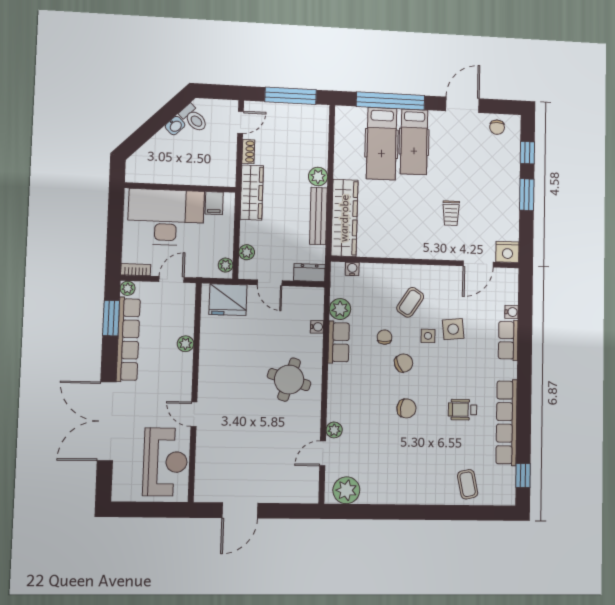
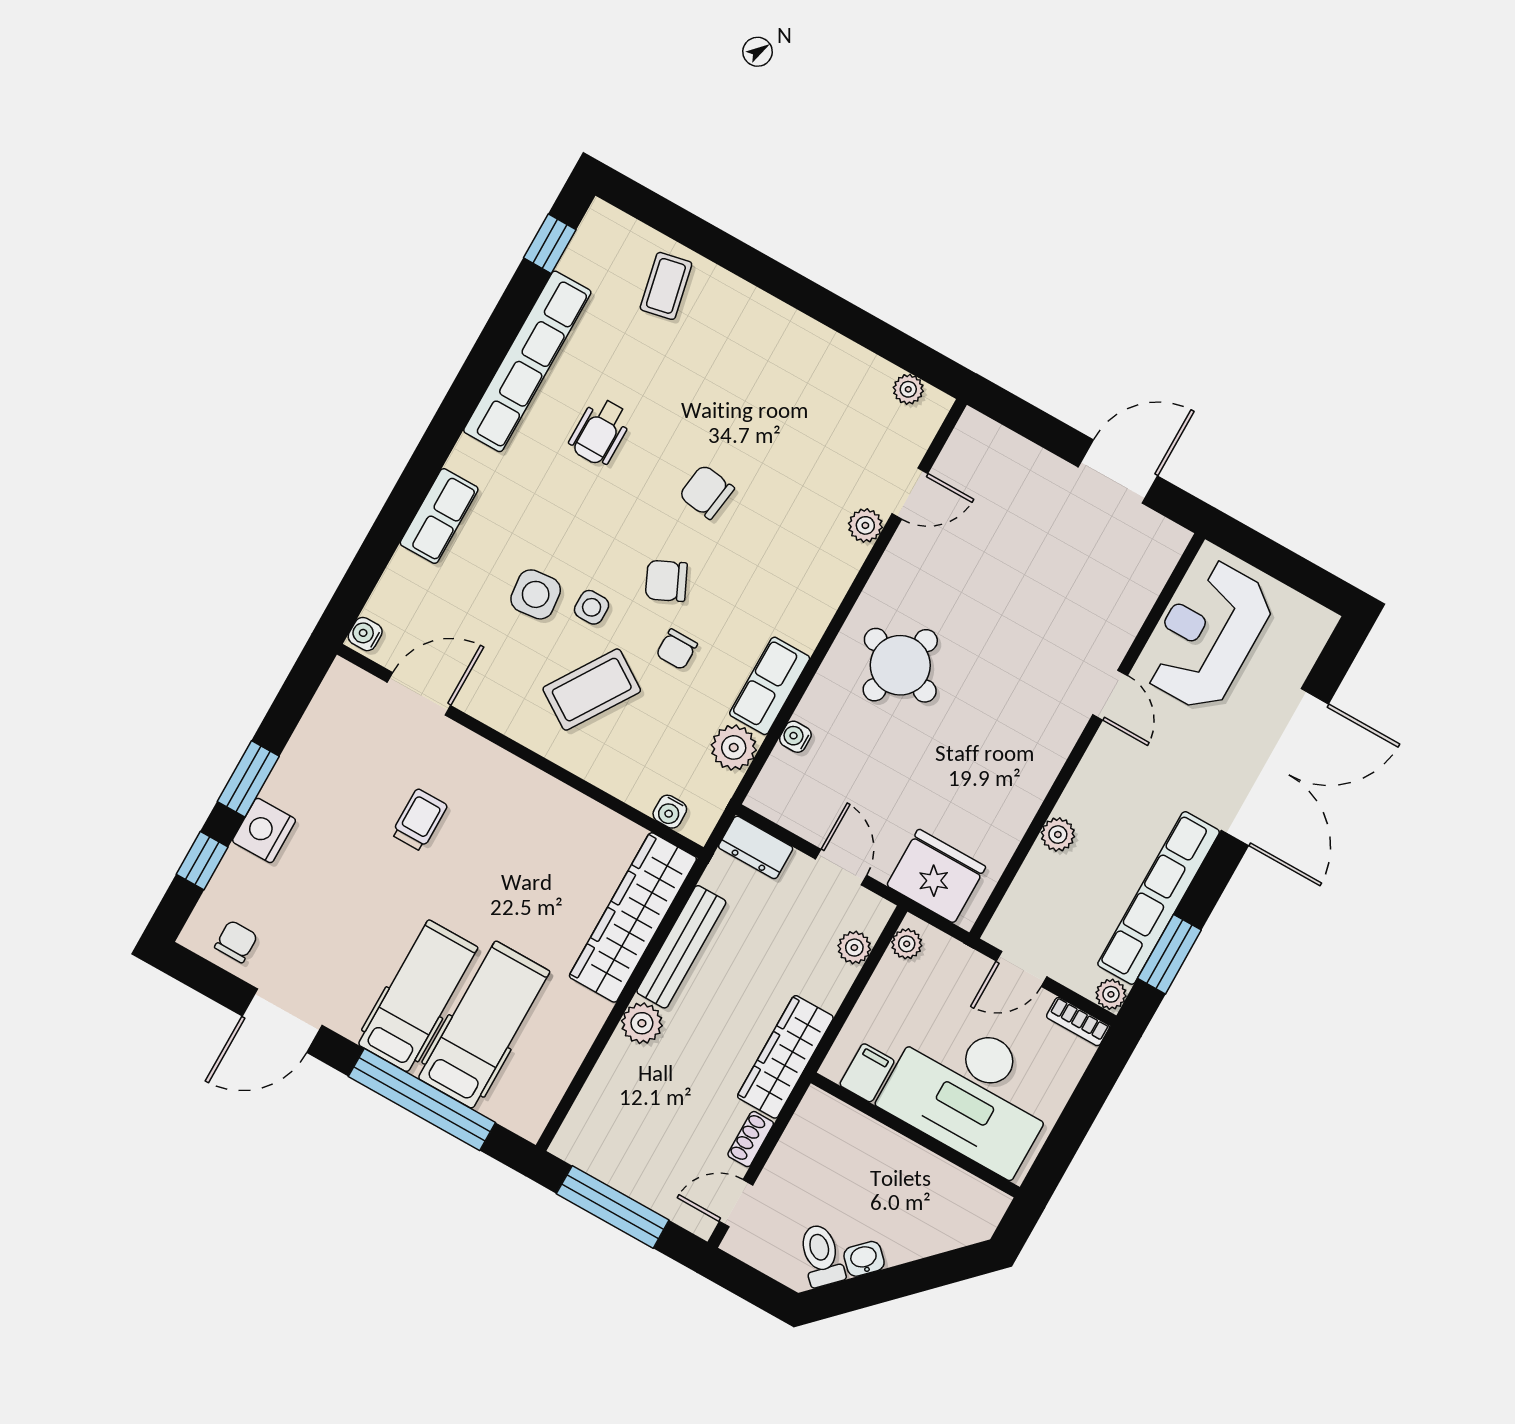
nightstand: (507, 252) -> (264, 831), moved, turned -90
coffee table: (410, 302) -> (592, 690), width x1.36, depth x1.30
water cooler: (512, 312) -> (365, 634), moved
wheelchair: (462, 410) -> (600, 432), turned 90
plant: (346, 490) -> (908, 389), width x0.53, depth x0.53

